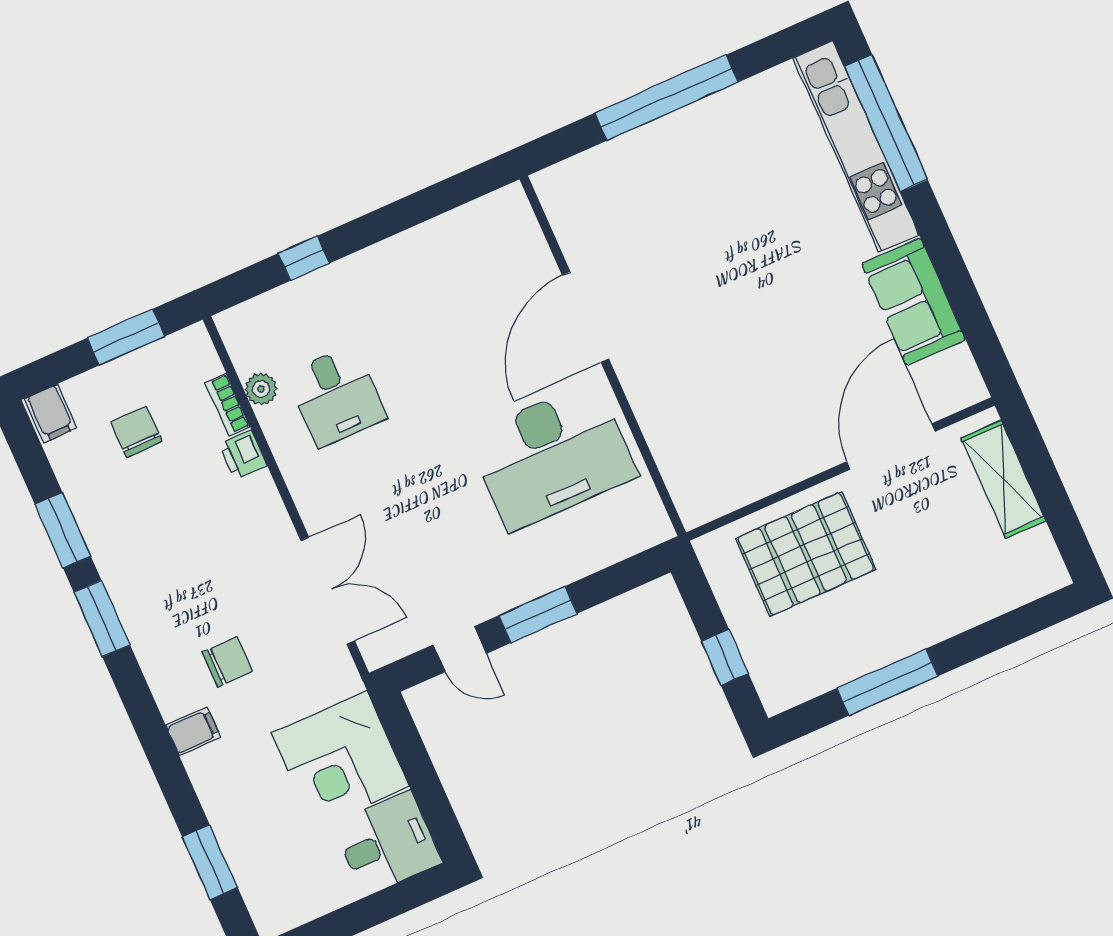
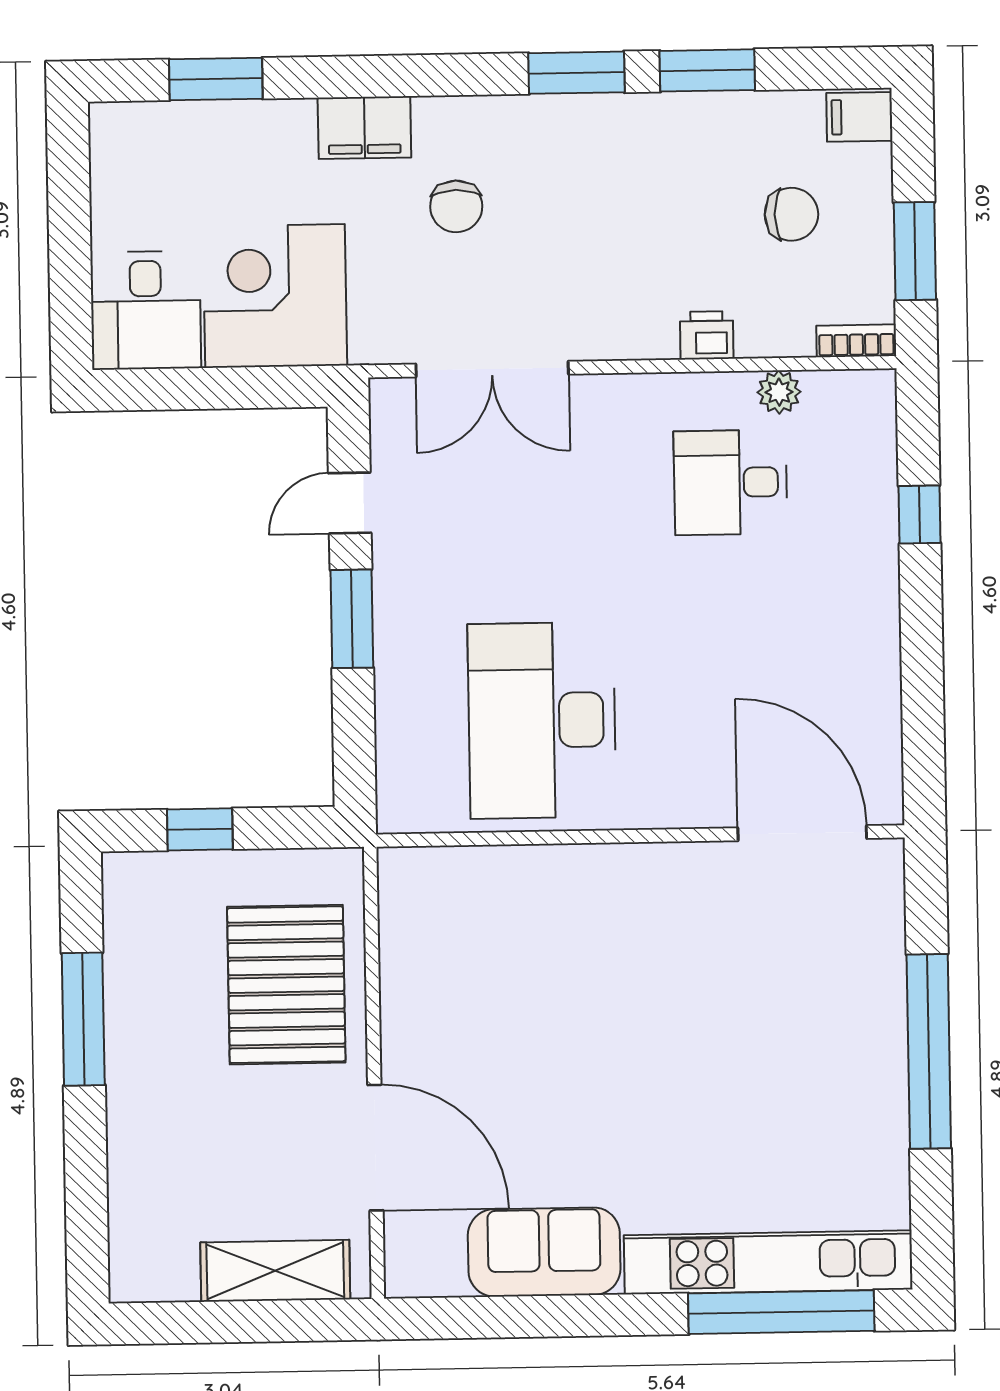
door: (586, 317) -> (802, 833), moved
bookcase: (228, 405) -> (856, 341), moved
filing cabinet: (193, 731) -> (364, 128), width x2.00

